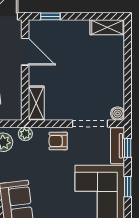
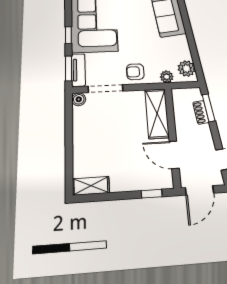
shelving: (36, 103) -> (157, 113), width x1.50, depth x1.33
armchair: (58, 141) -> (135, 72), turned 180
window: (128, 148) -> (68, 68), width x1.50

